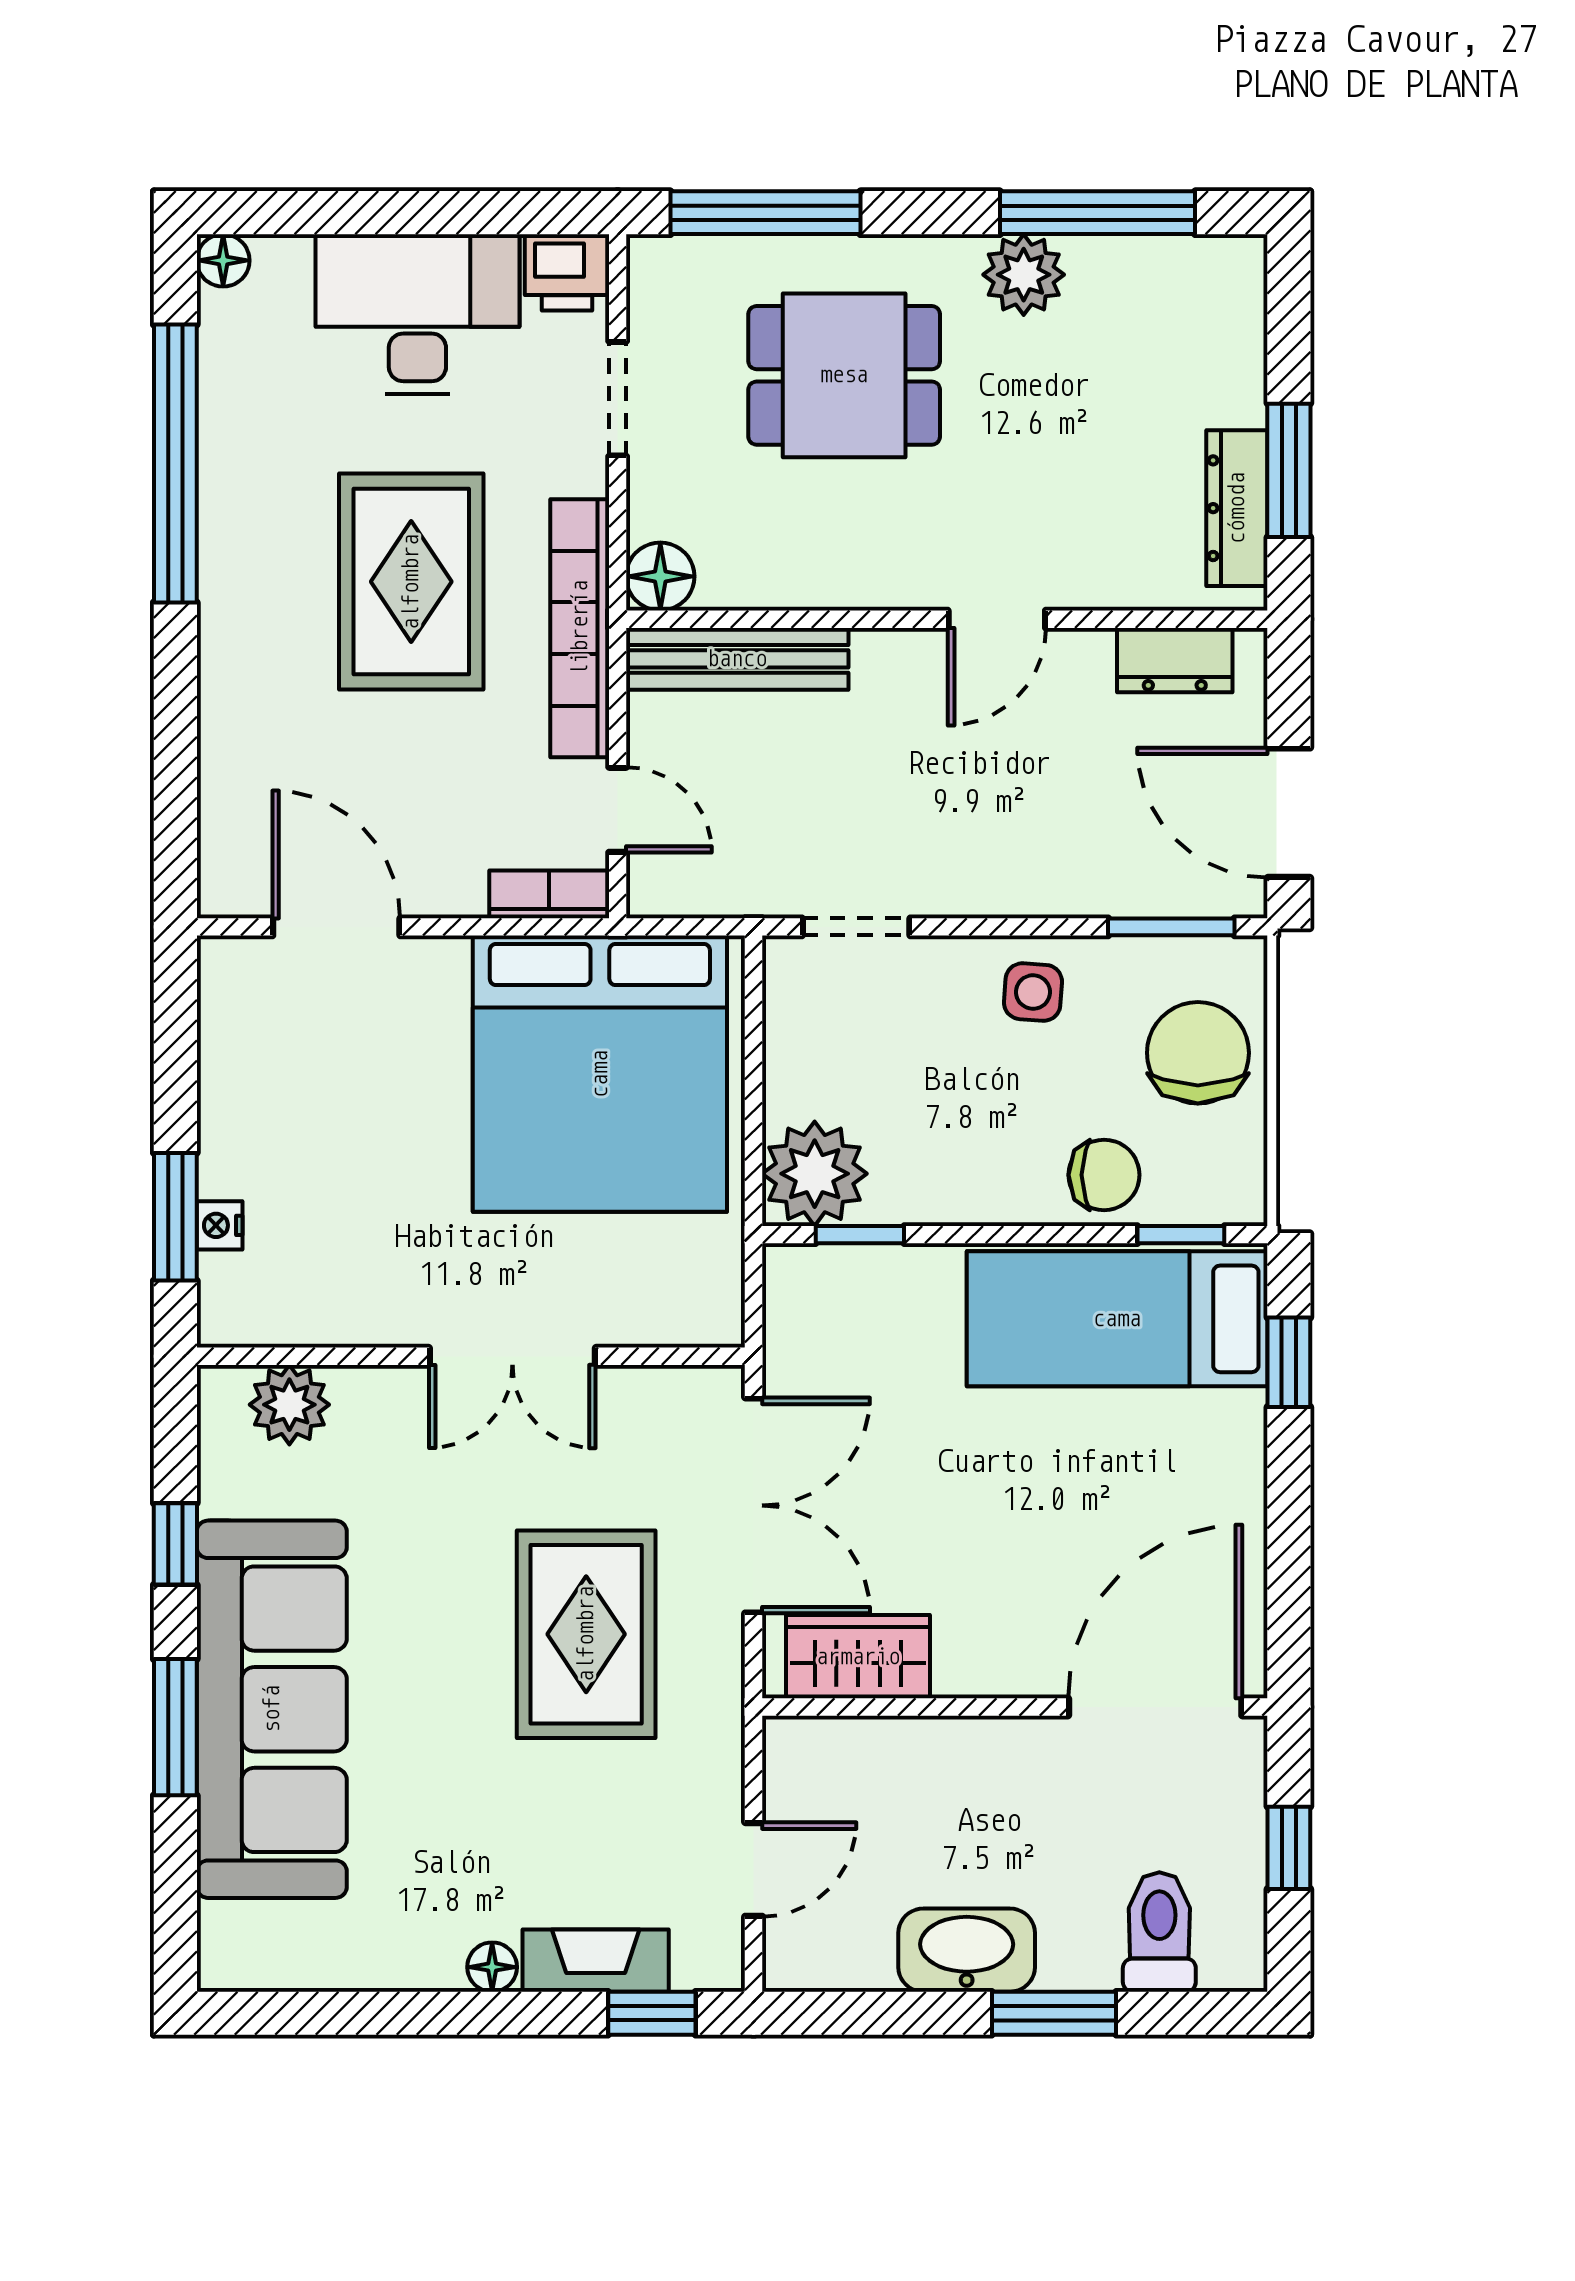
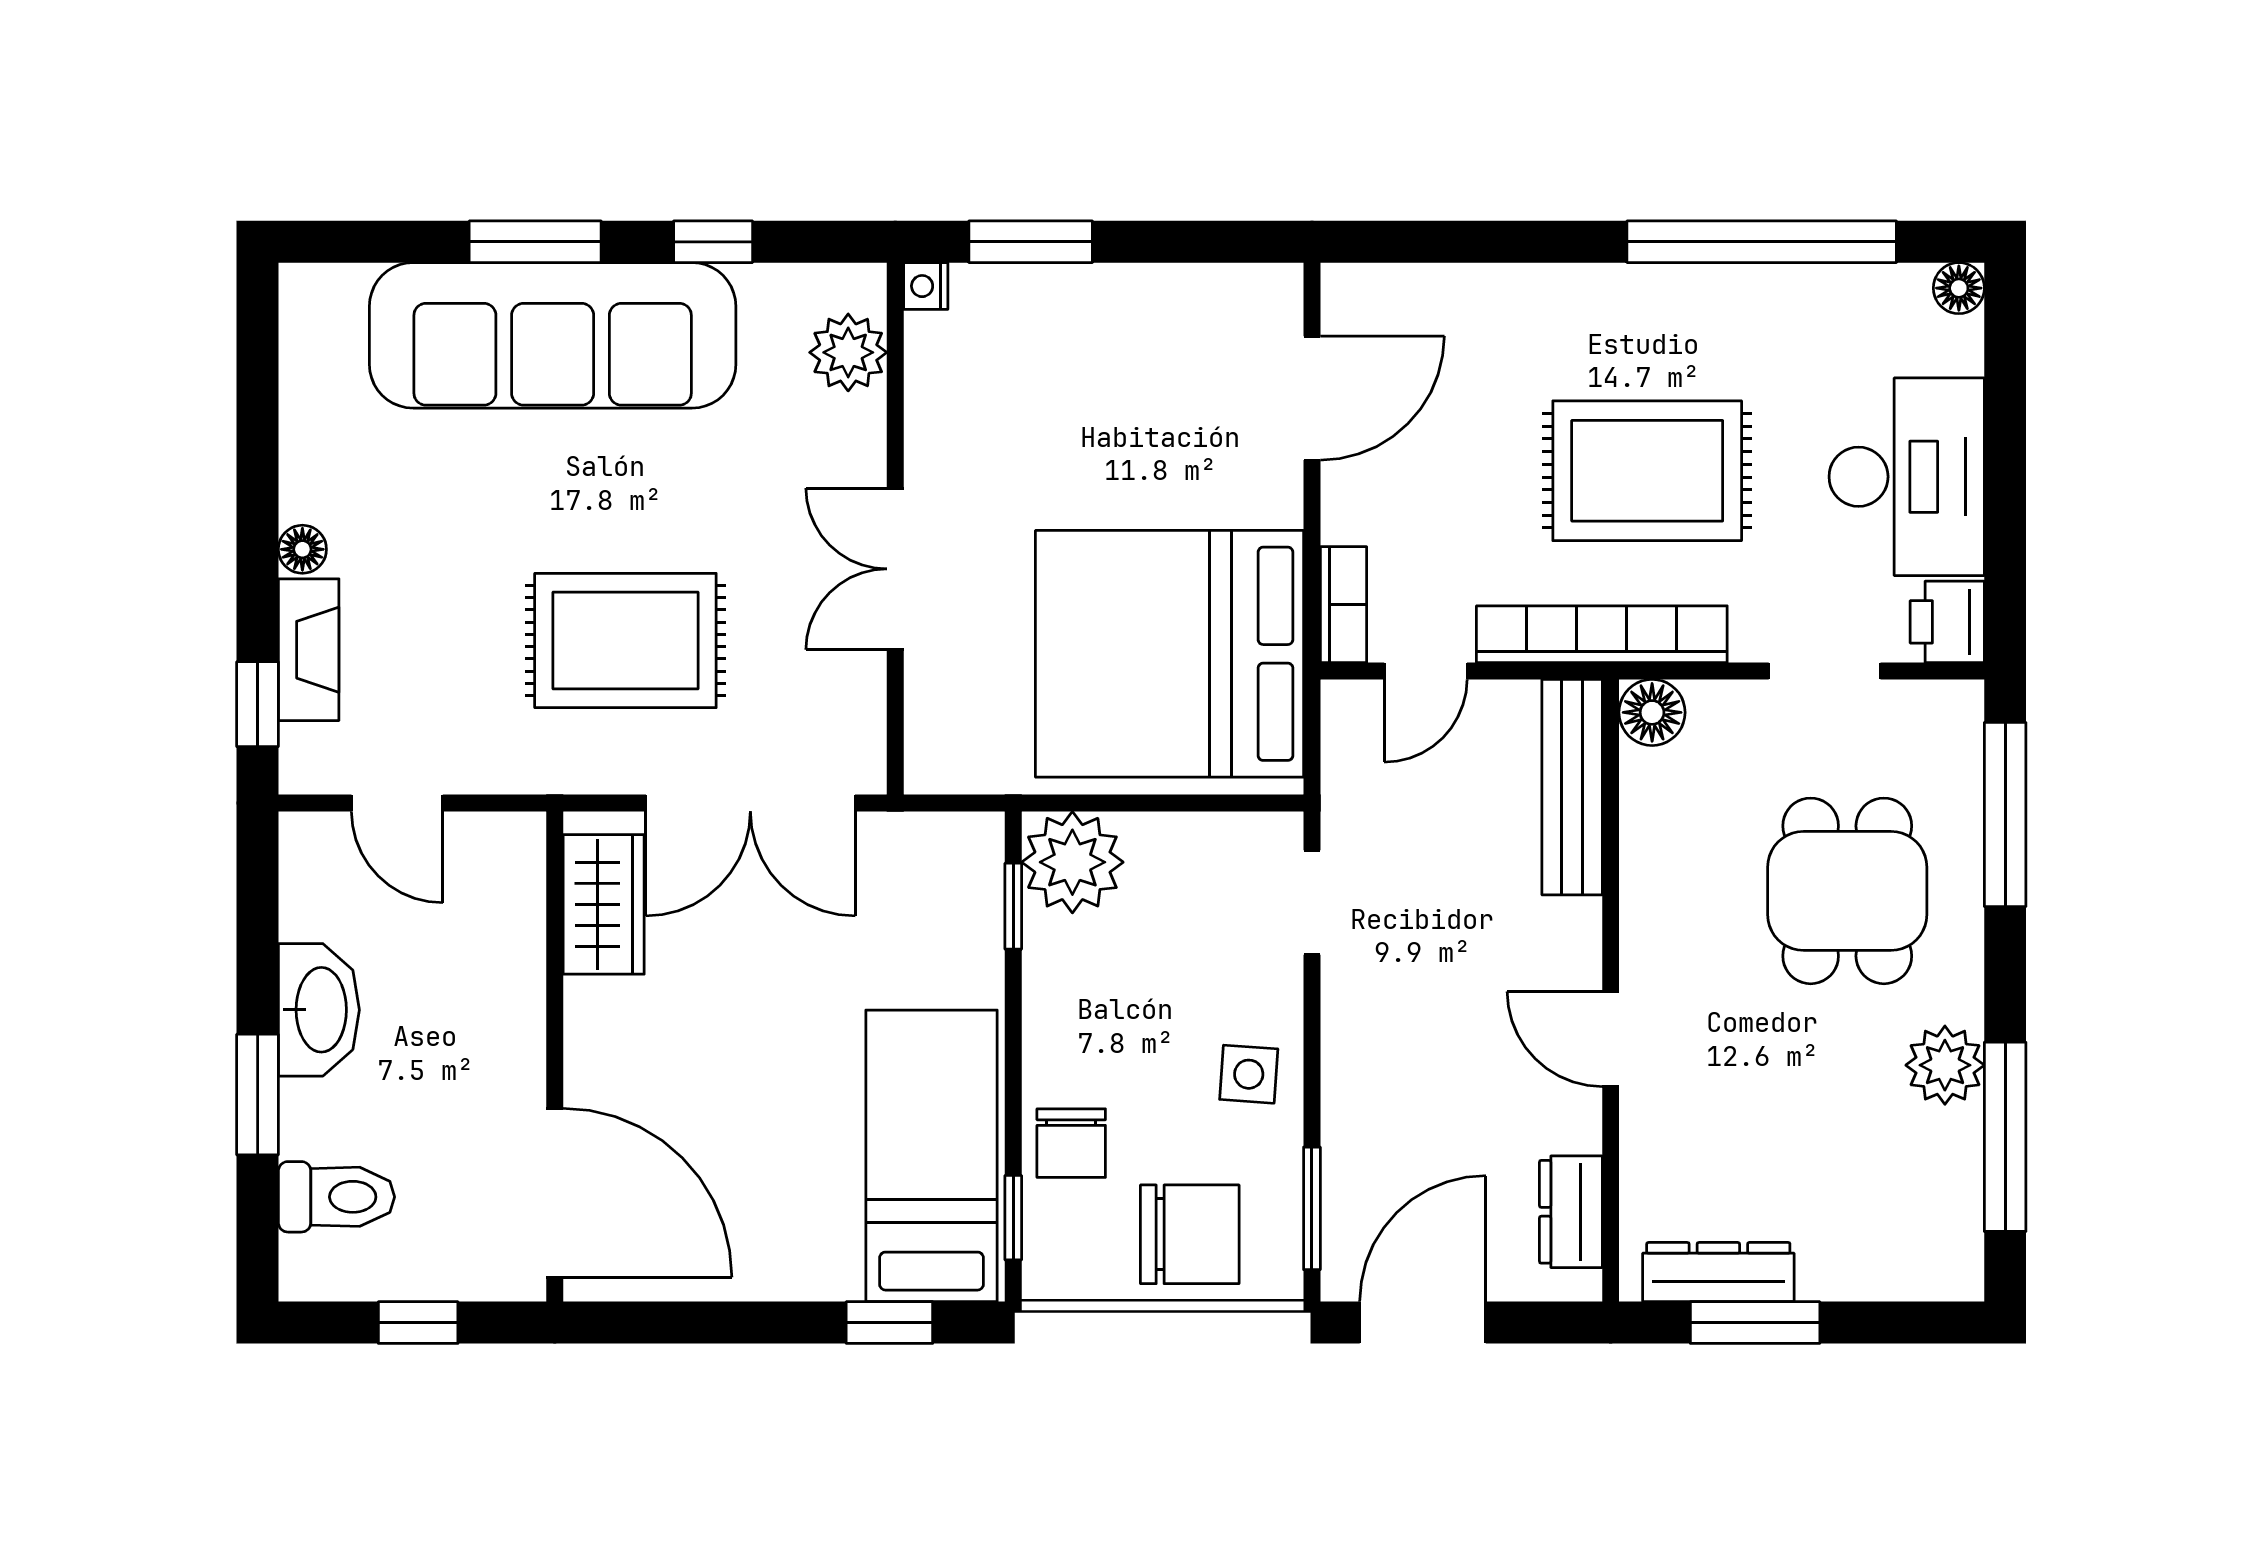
nightstand: (220, 1225) -> (926, 286), moved, turned -90

